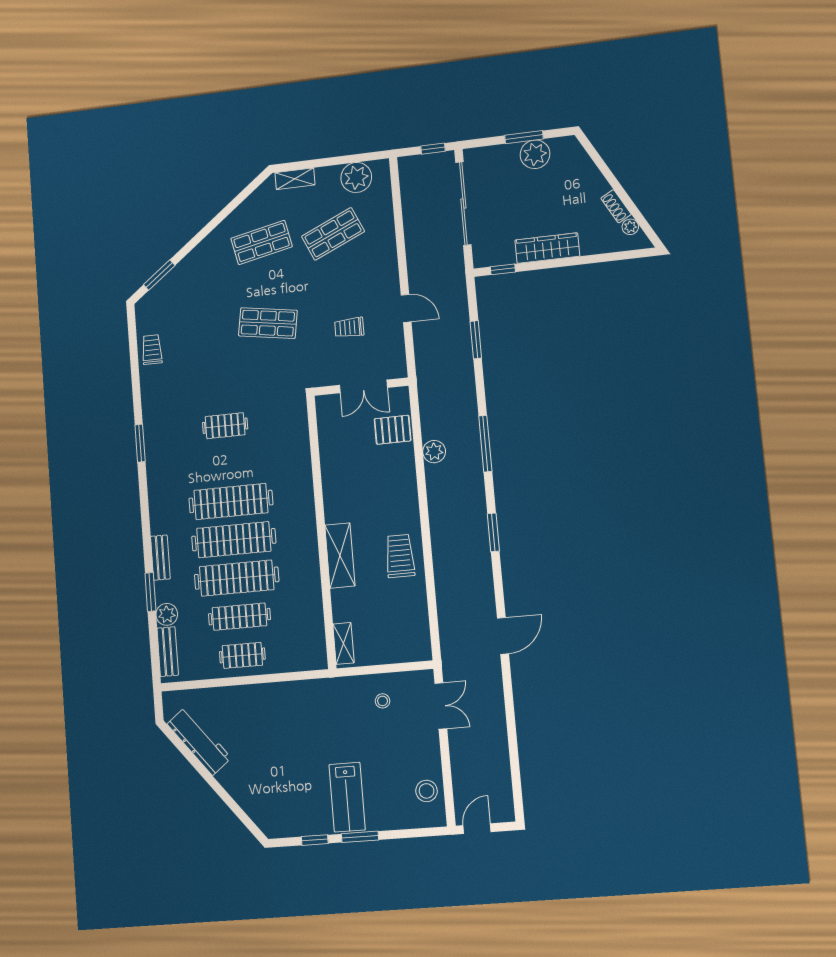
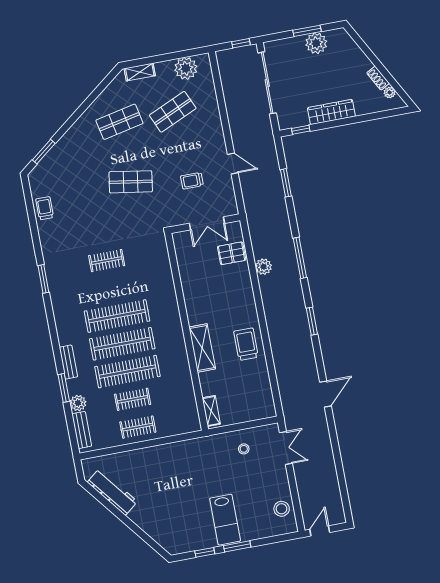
clothes rail: (239, 617) -> (133, 399), width x0.73

